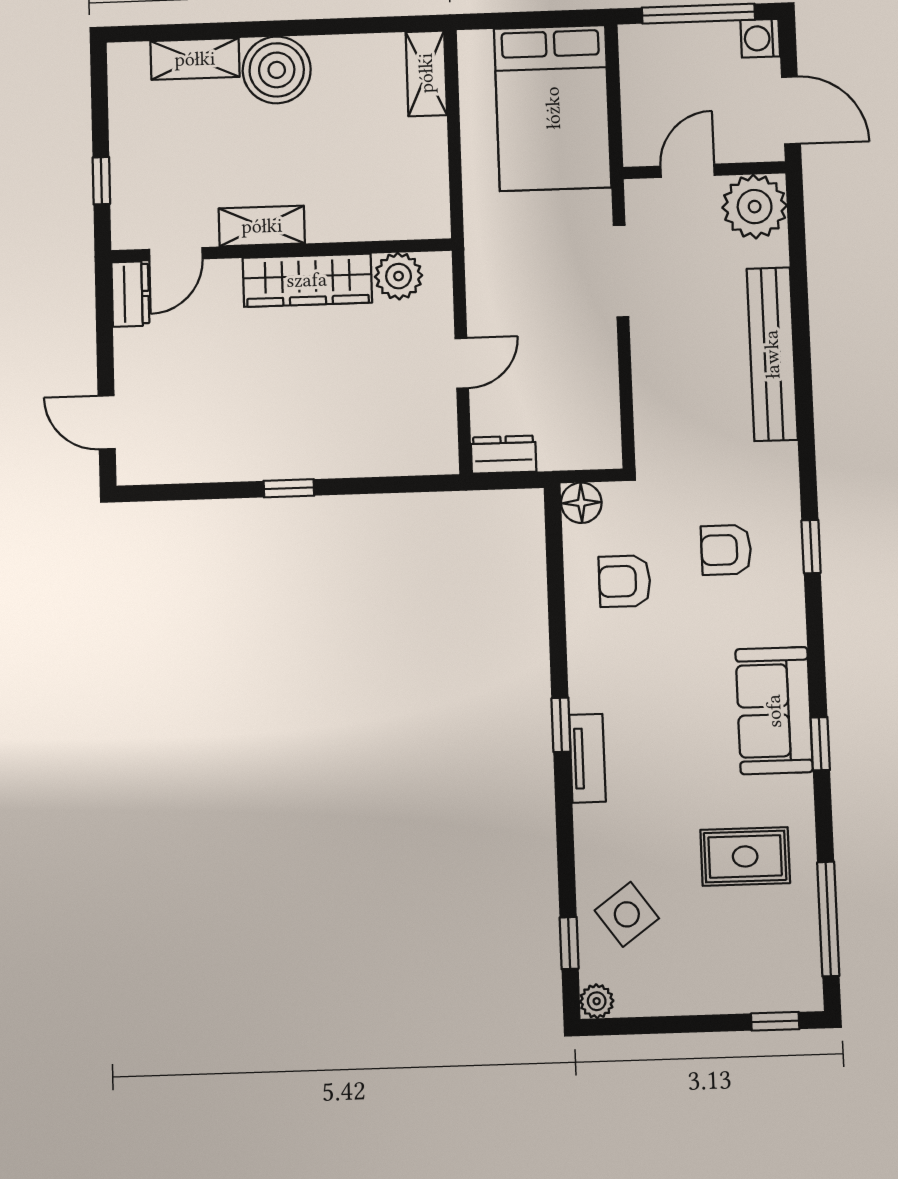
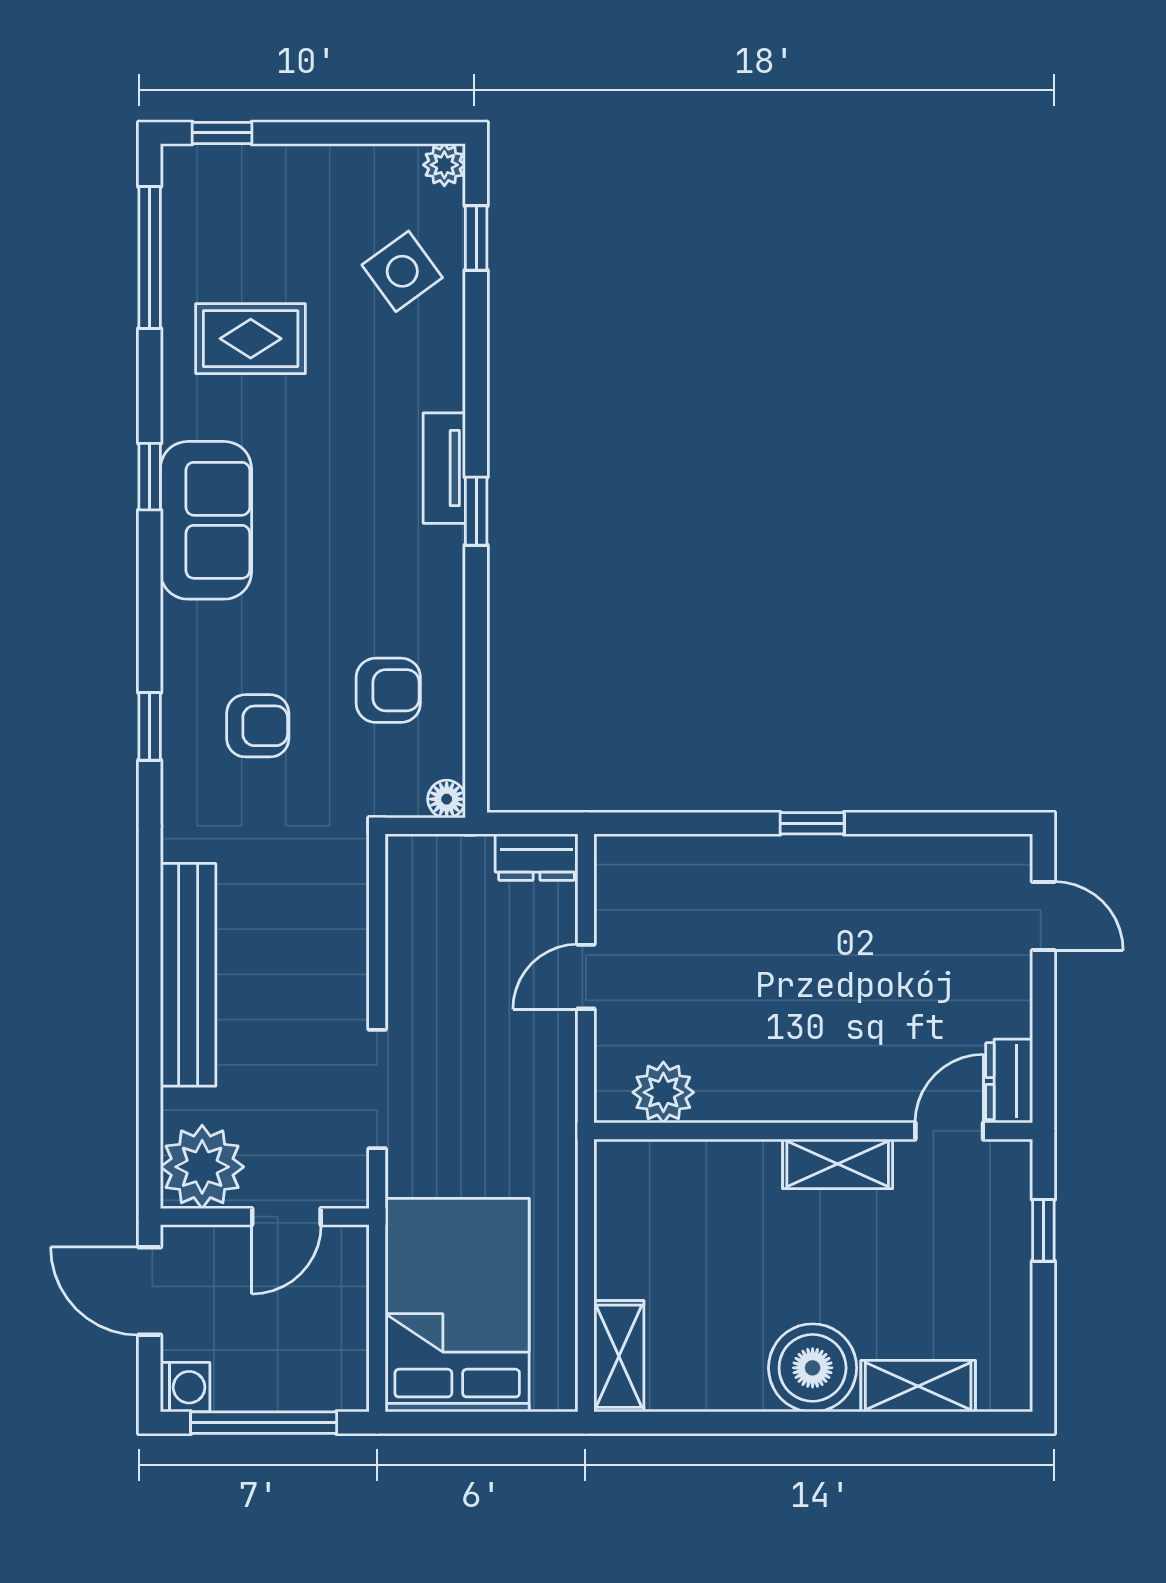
wardrobe: (307, 280) -> (781, 1091), removed
floor lamp: (581, 503) -> (447, 799), width x0.73, depth x0.73

